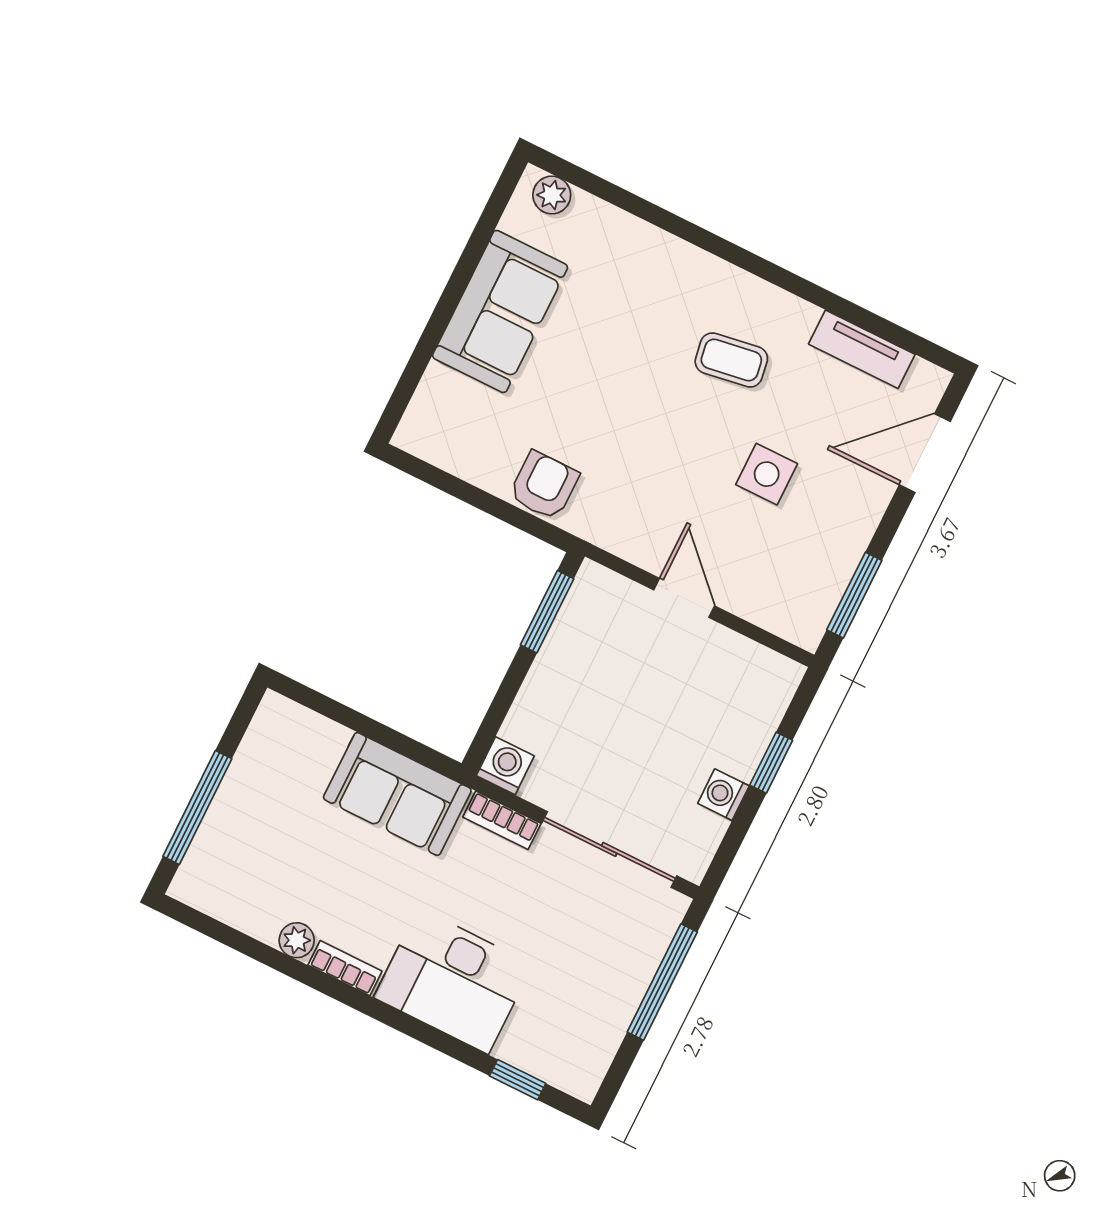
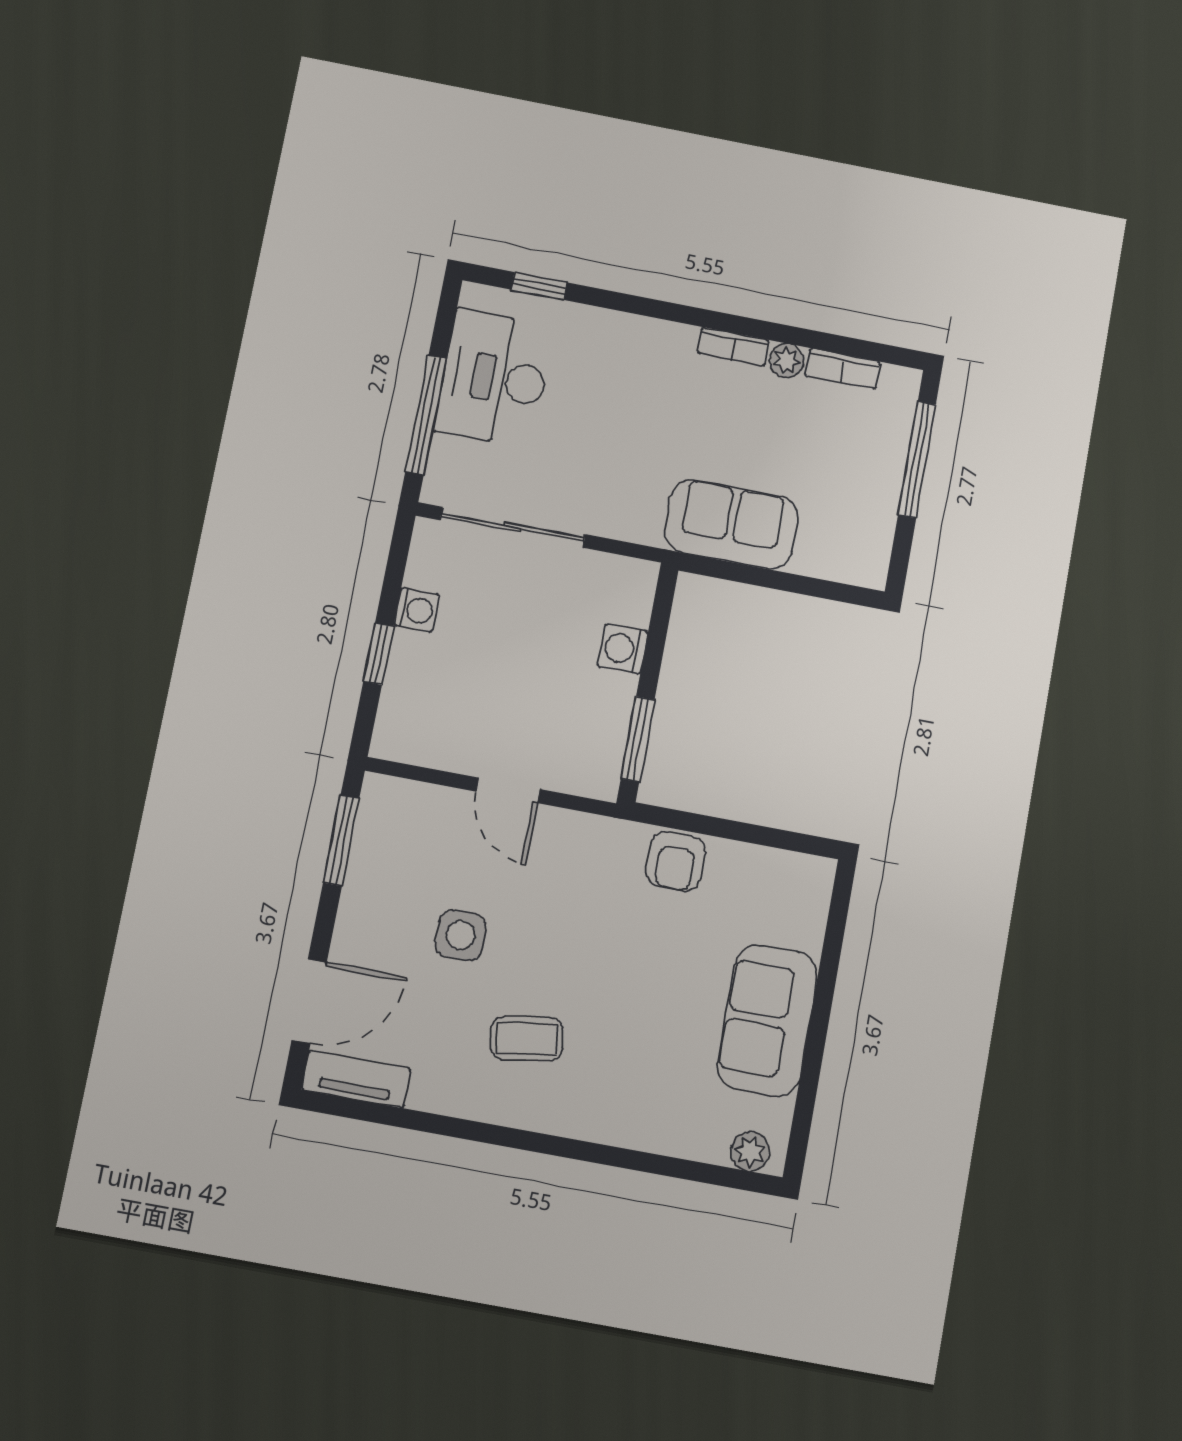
tv unit: (862, 349) -> (356, 1079), moved
washing machine: (505, 766) -> (623, 649), moved, turned 90
bookcase: (502, 820) -> (843, 369), moved, turned 180
desk: (453, 981) -> (494, 378), moved, turned -90

